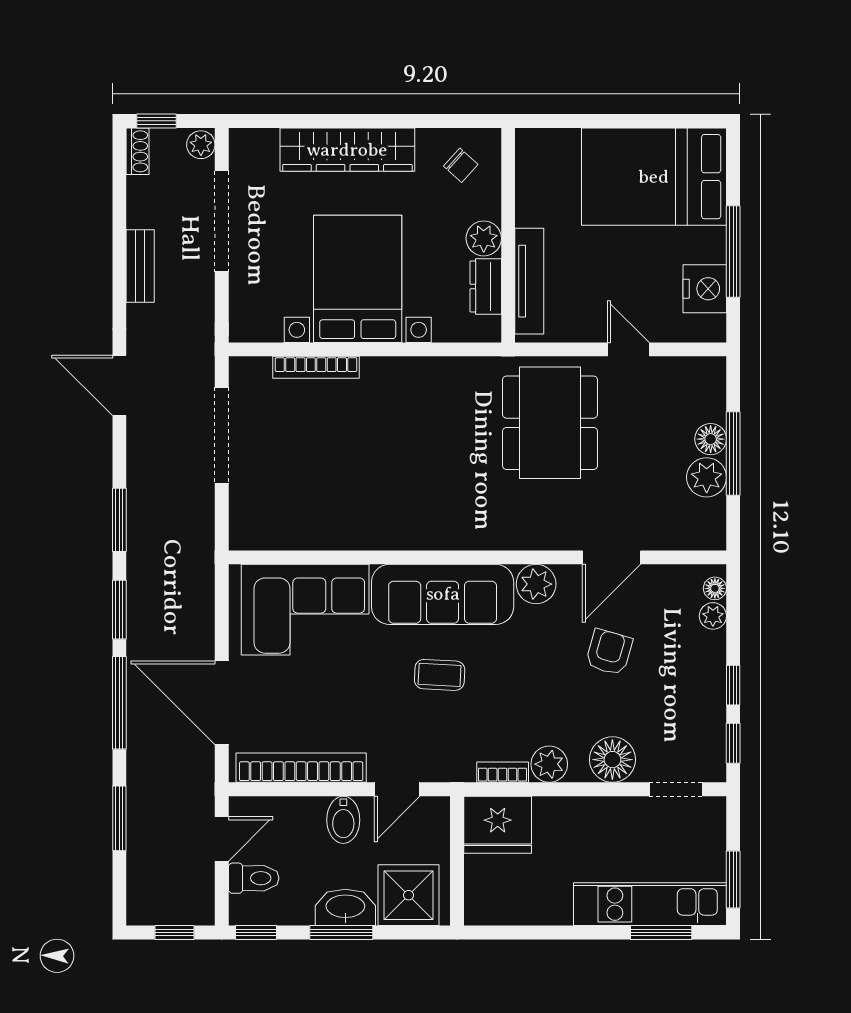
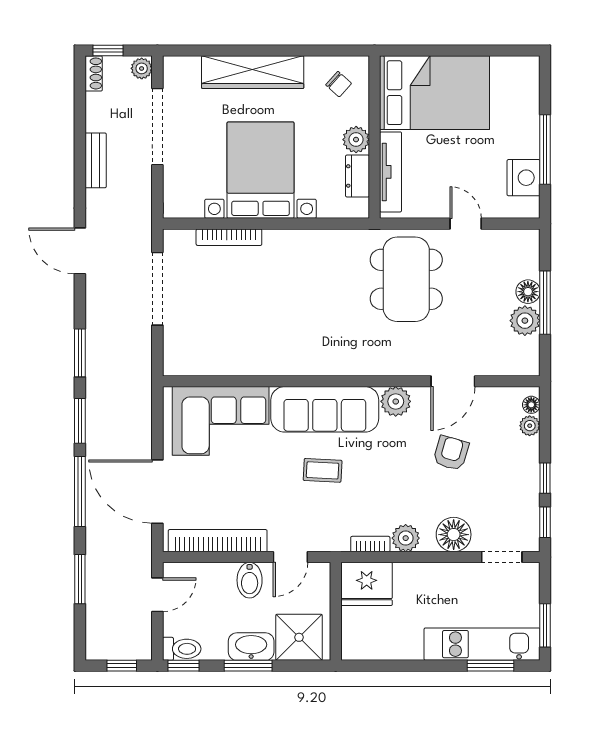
bed: (654, 177) -> (435, 93), moved, turned 180
toilet: (254, 878) -> (182, 649), moved

